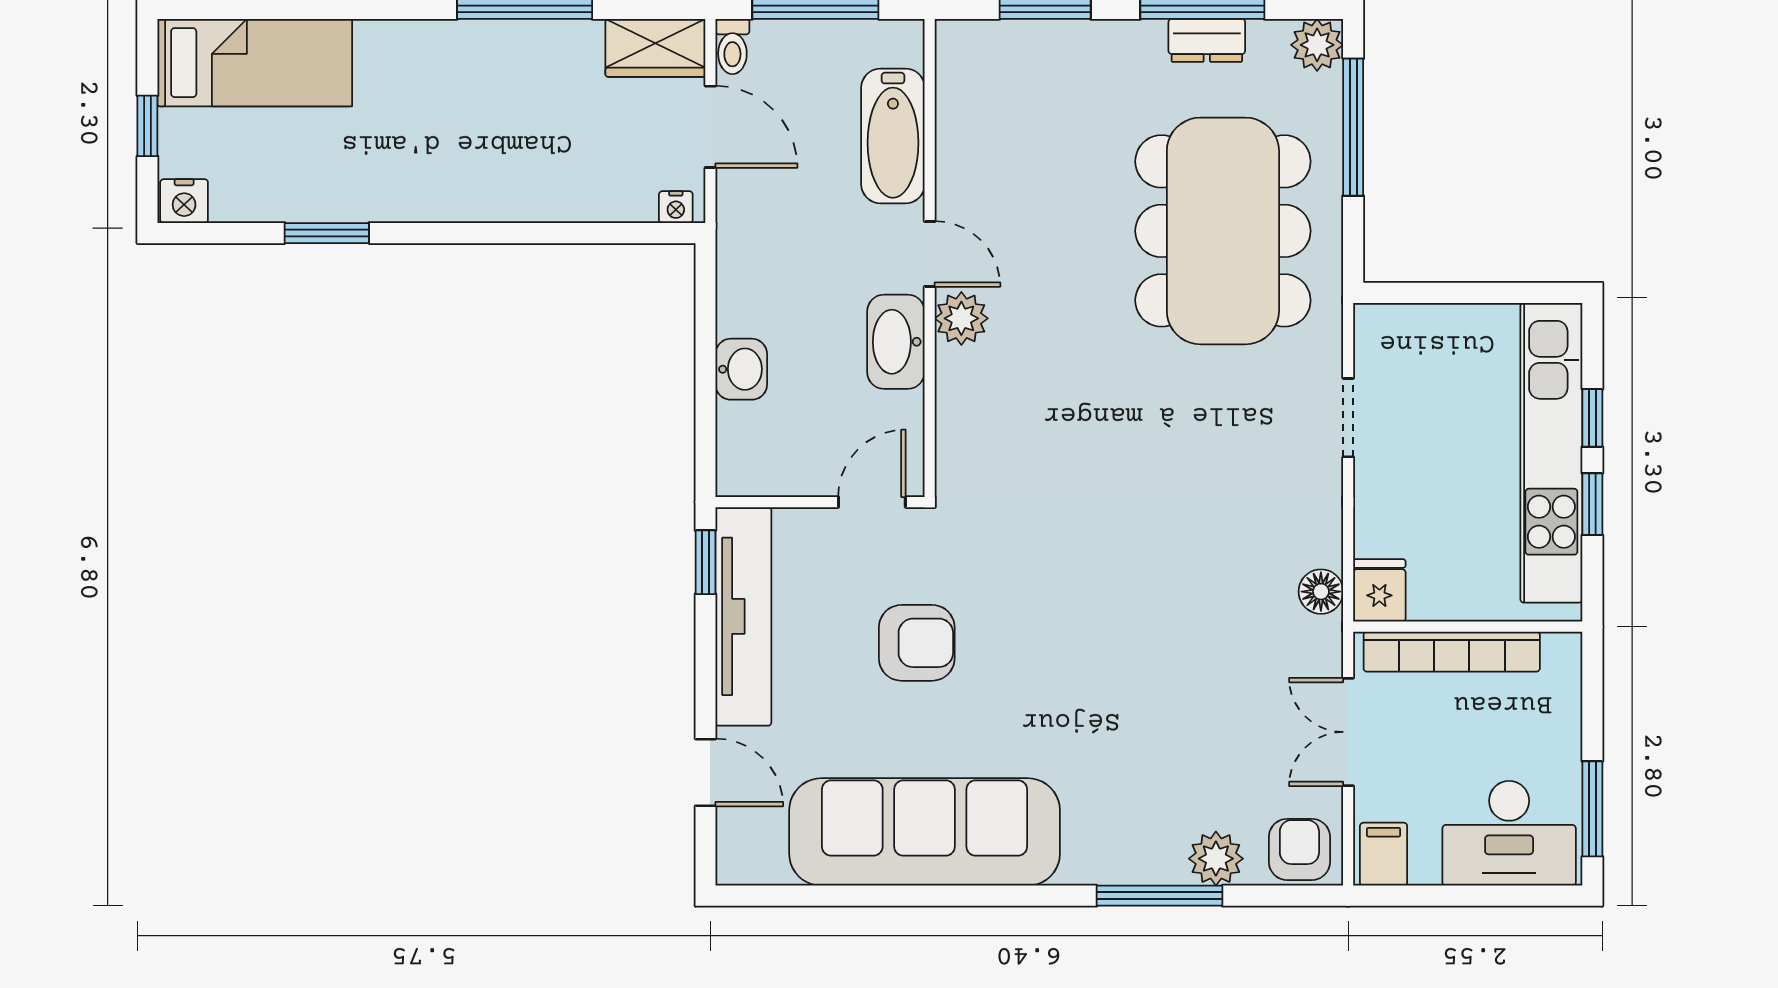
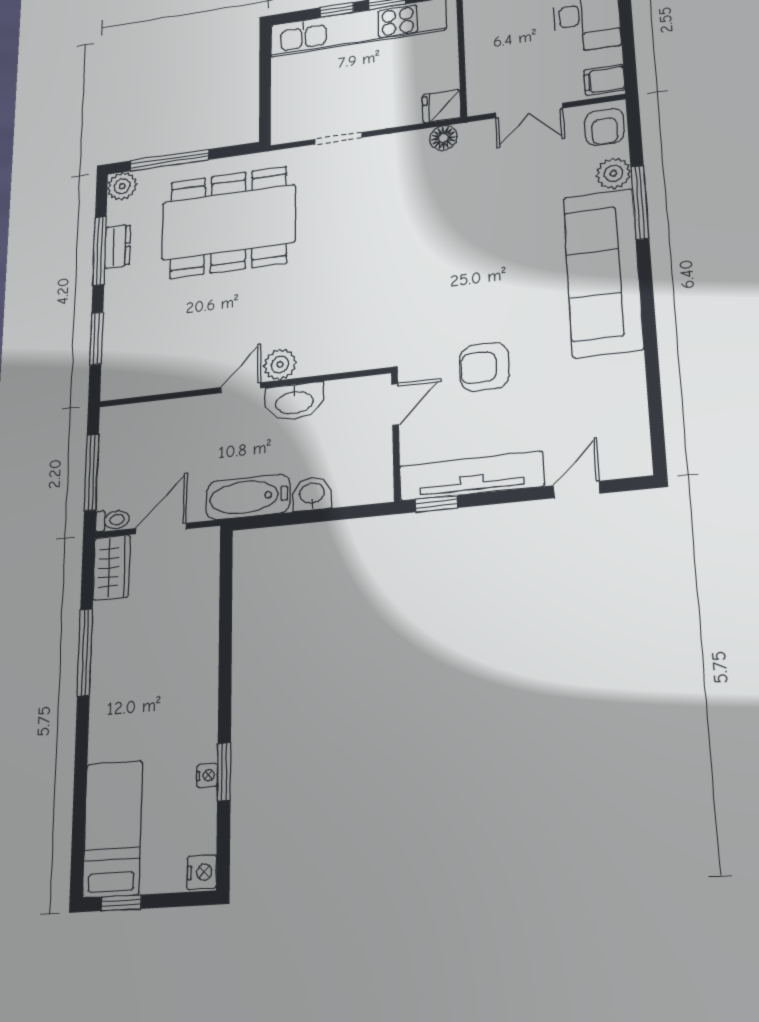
window: (147, 126) -> (121, 903), moved
bathtub: (893, 136) -> (248, 497), moved, turned 180
nightstand: (676, 207) -> (207, 775), moved
door: (872, 502) -> (395, 405), swing flipped
armchair: (917, 643) -> (484, 367), turned -90
bookcase: (1452, 652) -> (477, 62), removed
sofa: (925, 832) -> (603, 273), moved
armchair: (1299, 849) -> (604, 127), turned -90

